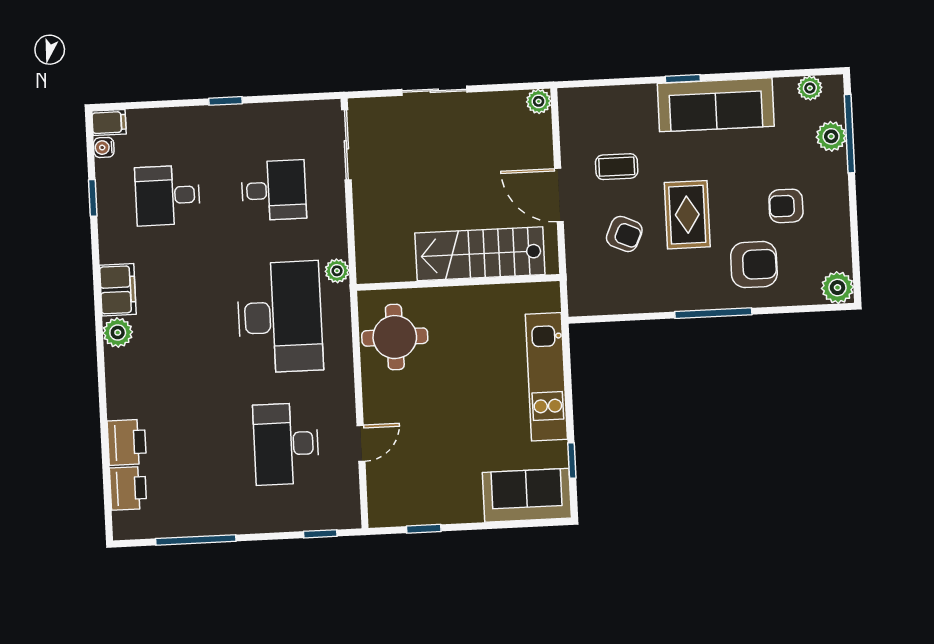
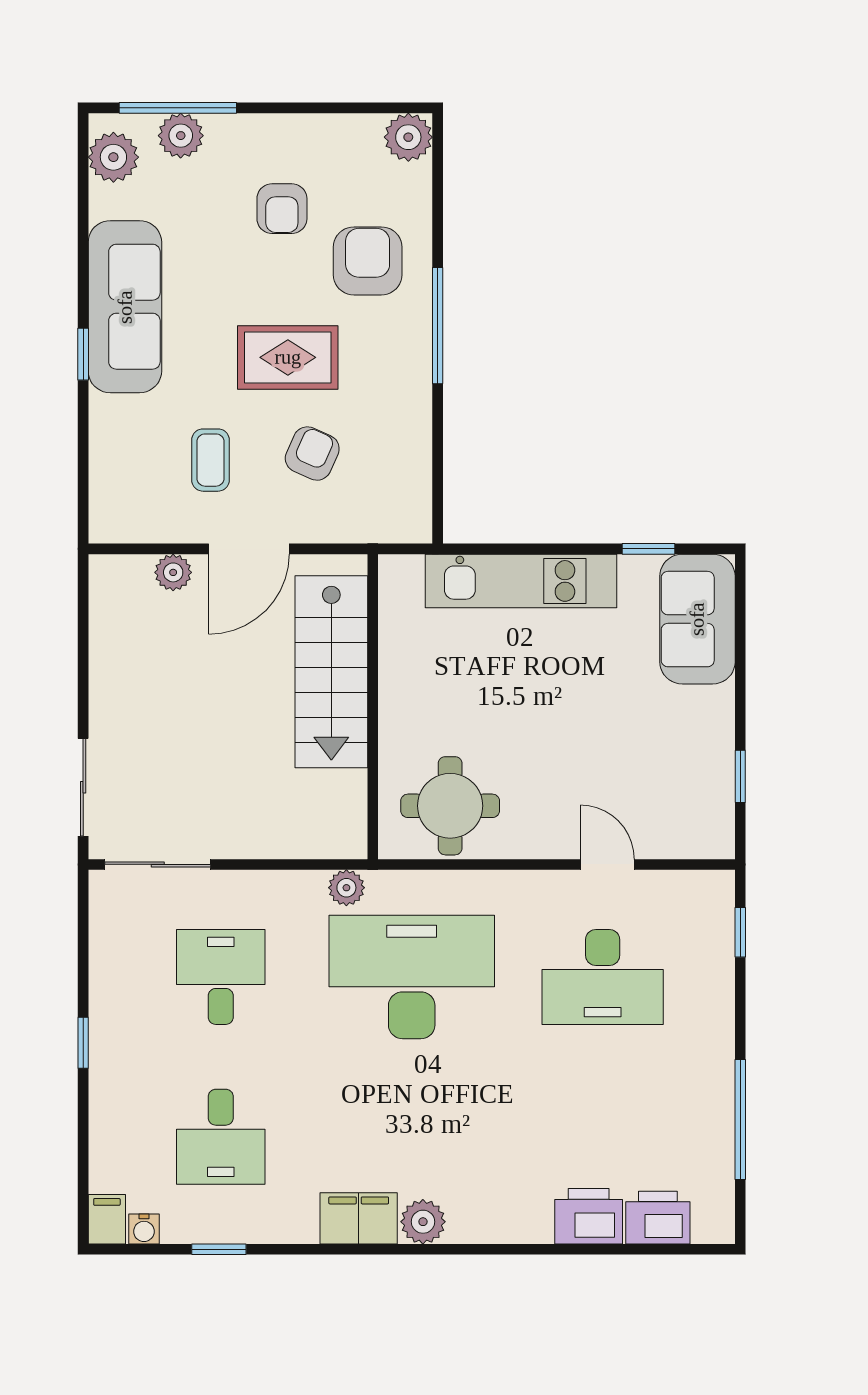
plant: (810, 88) -> (113, 157), width x1.38, depth x1.38
sliding door: (434, 91) -> (83, 787), moved
plant: (539, 101) -> (173, 572), moved

